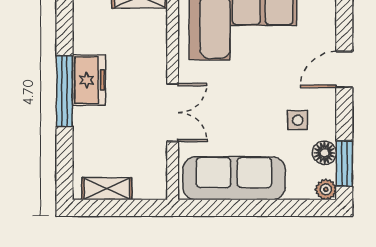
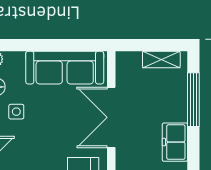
window: (64, 91) -> (193, 100), moved
double door: (173, 112) -> (111, 117), width x1.37

